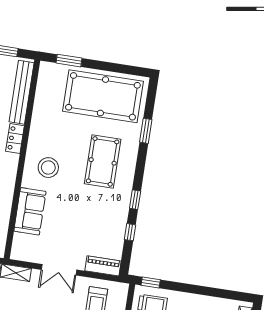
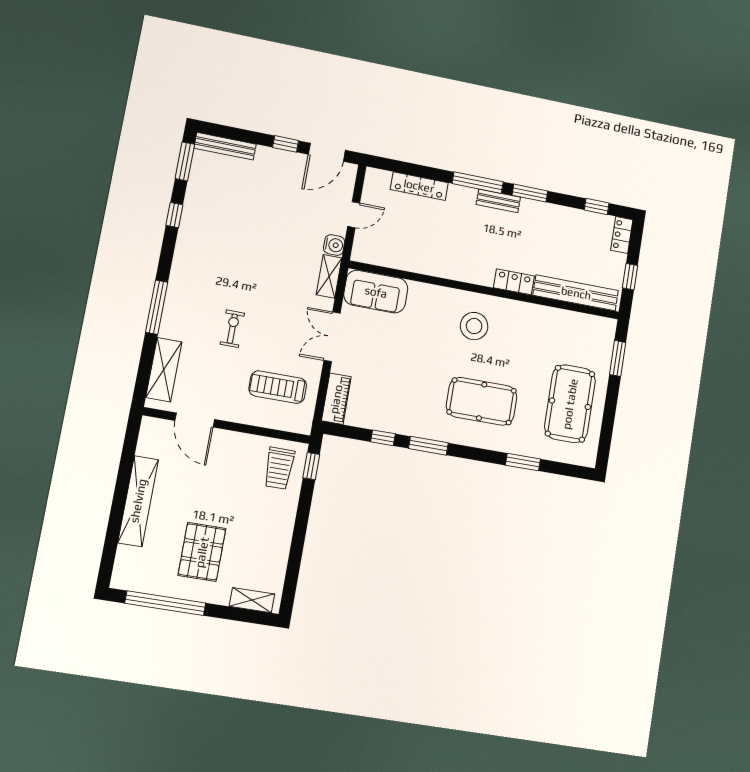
pool table: (103, 96) -> (570, 404), width x0.73, depth x0.76
window: (135, 200) -> (428, 446), width x1.50
sofa: (30, 211) -> (376, 292), moved

